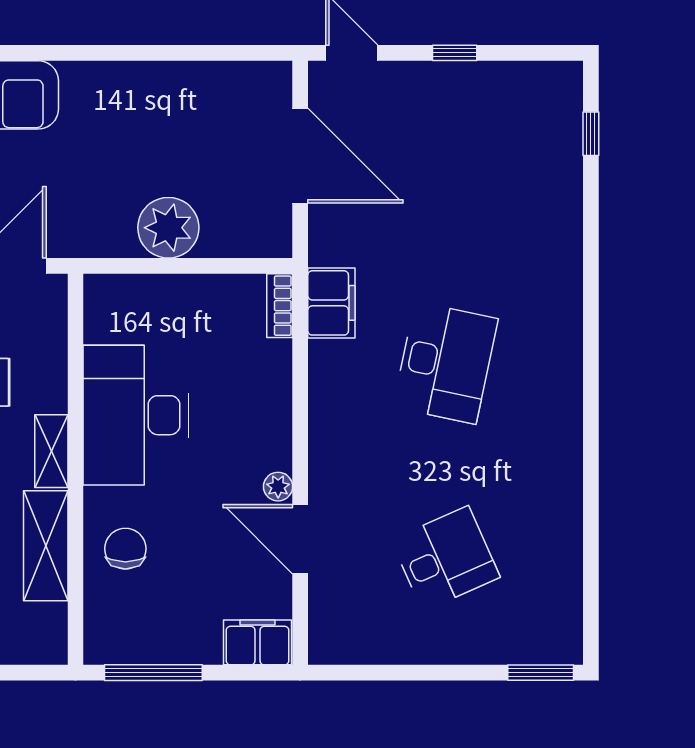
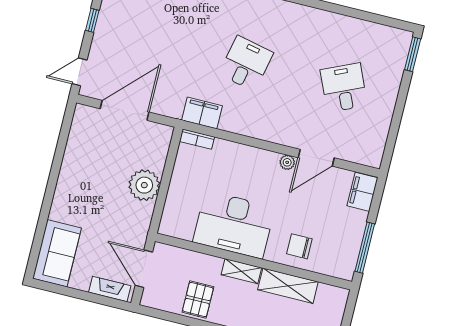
desk: (445, 363) -> (246, 63), width x0.73

